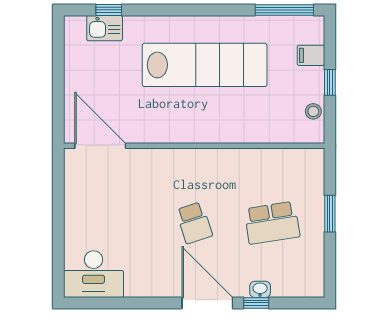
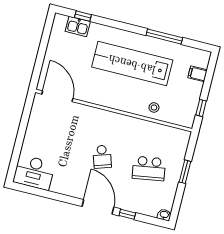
window: (284, 10) -> (164, 37), moved
lab bench: (205, 65) -> (132, 64), turned 180
window: (330, 82) -> (201, 108), moved
stool: (313, 111) -> (154, 107), moved
washbasin: (260, 289) -> (164, 215), moved

